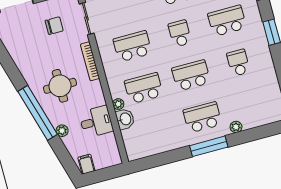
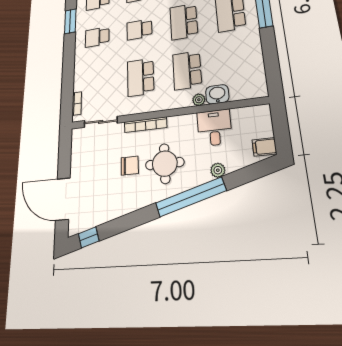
chair: (54, 26) -> (130, 166), moved, turned 90

